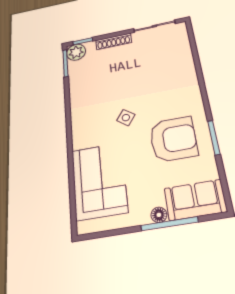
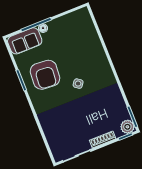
armchair: (173, 139) -> (45, 75), turned -85
corner sofa: (99, 181) -> (83, 40), removed

